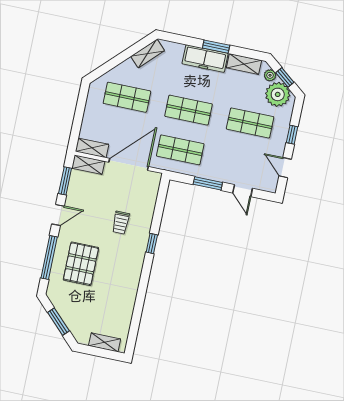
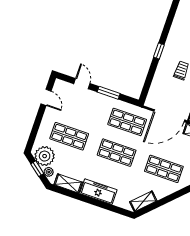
window: (216, 47) -> (89, 200), removed
window: (292, 135) -> (37, 123), removed

